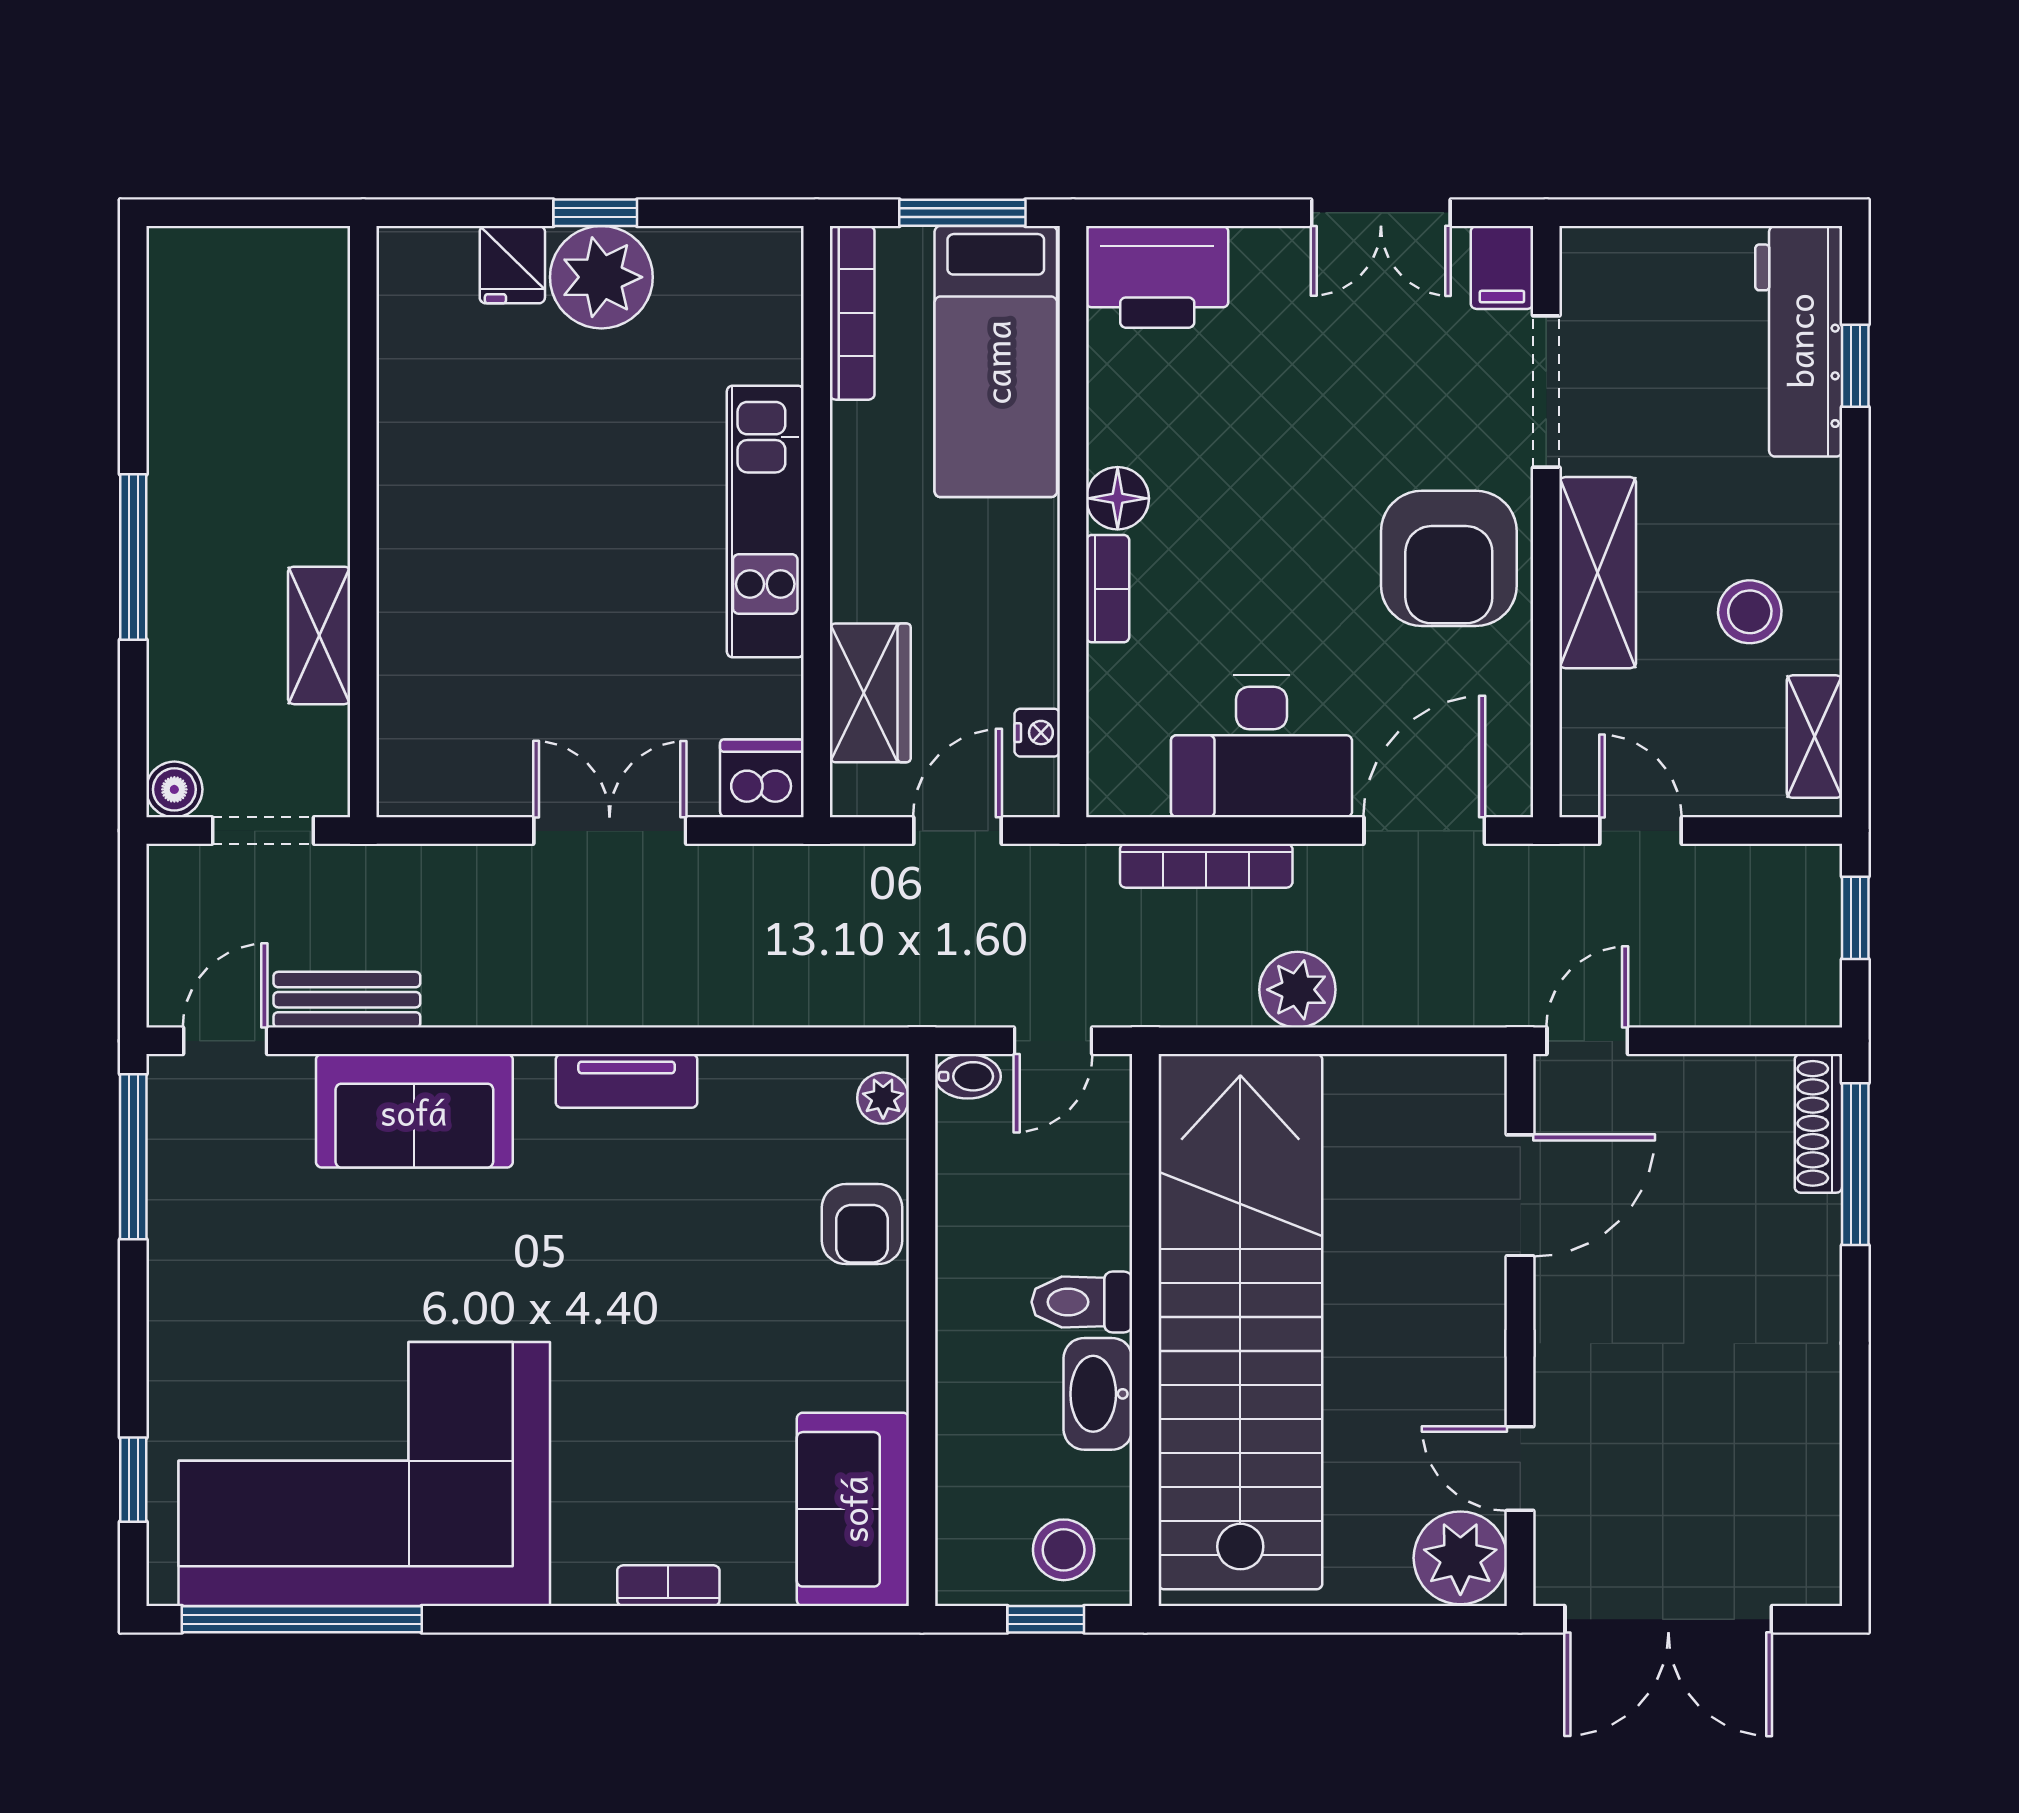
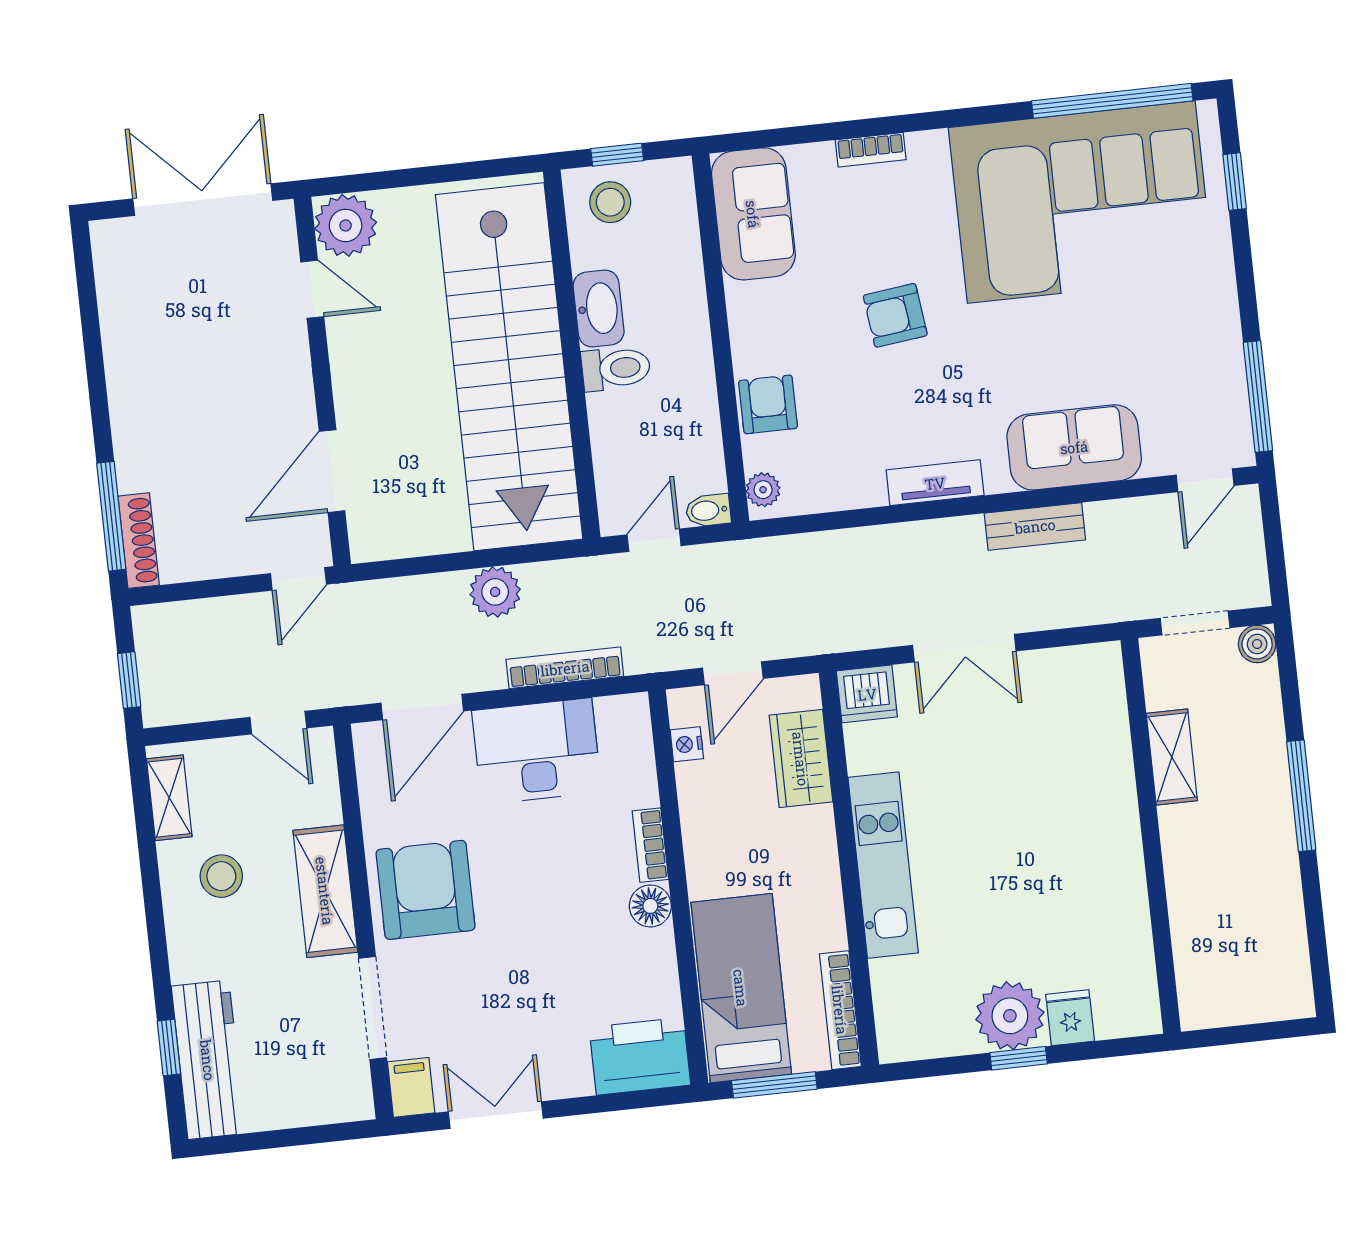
bench: (347, 1000) -> (1035, 526), moved
armchair: (659, 1336) -> (895, 315), added

